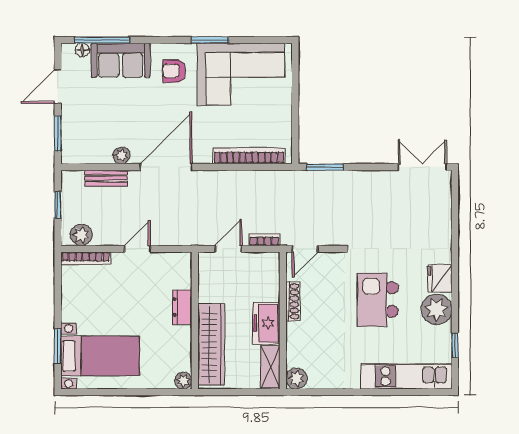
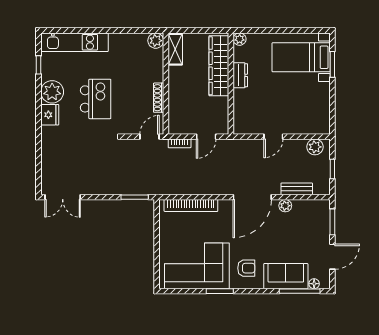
bookcase: (86, 258) -> (312, 130), removed
dresser: (182, 307) -> (240, 75), moved
freezer: (266, 323) -> (178, 82), removed

